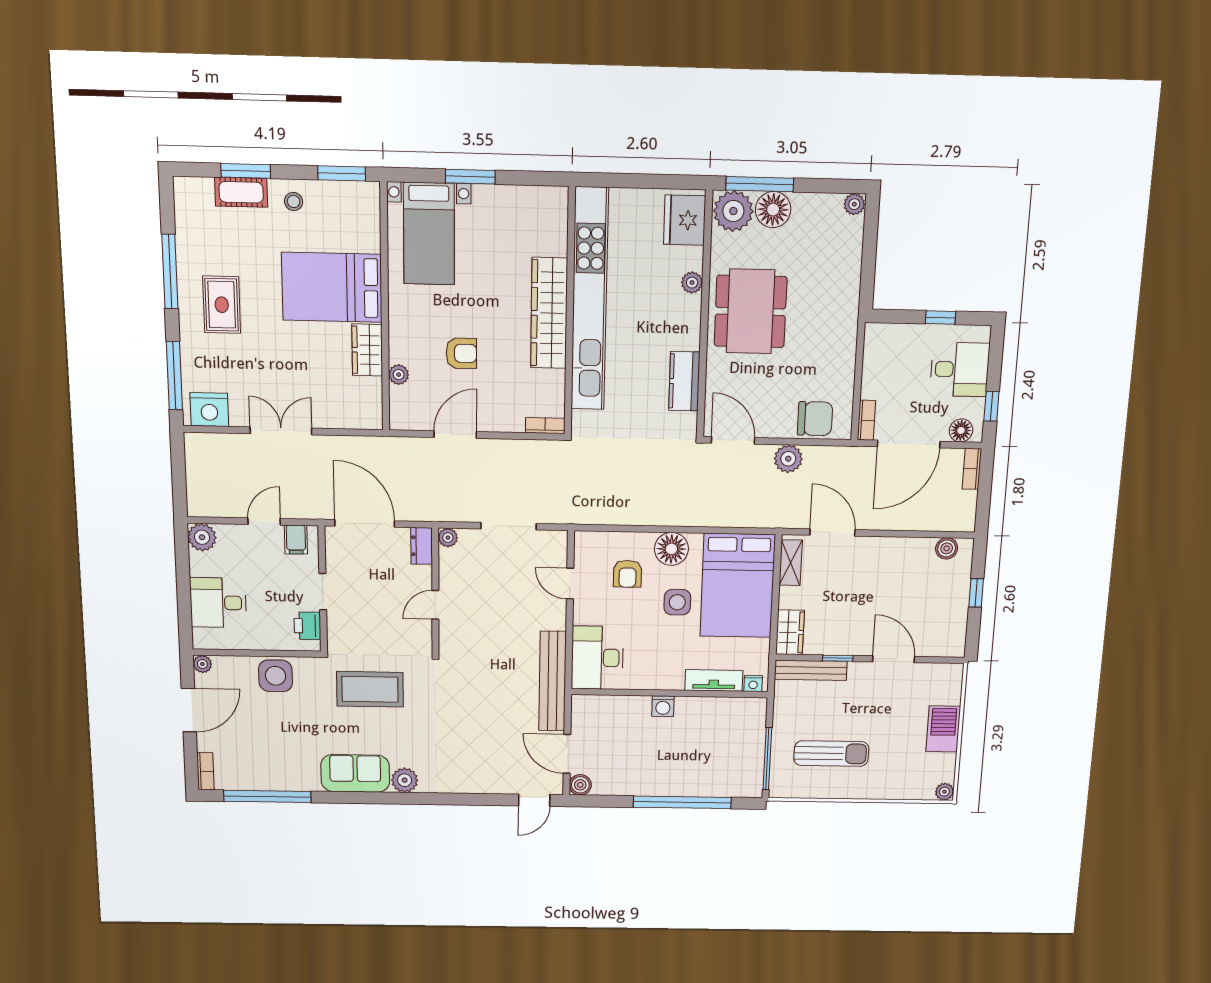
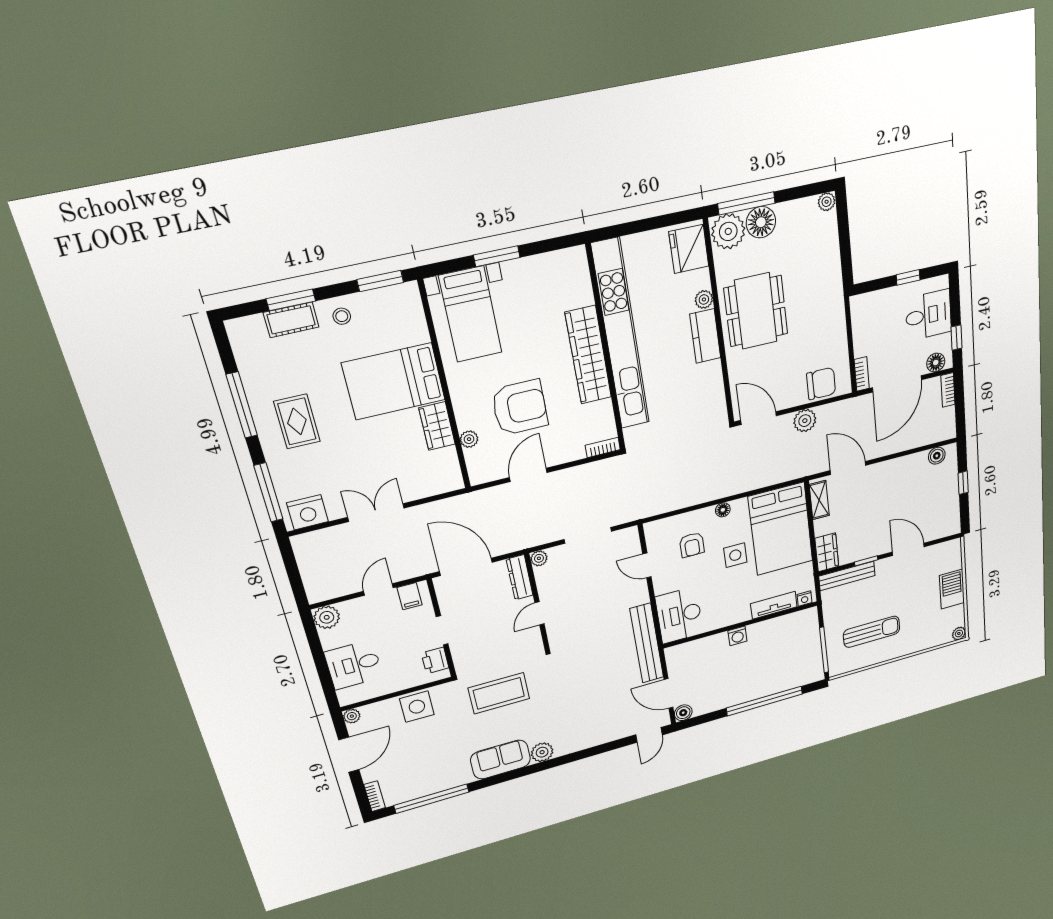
armchair: (461, 353) -> (520, 407), width x1.88, depth x1.88
kitchen counter: (684, 381) -> (705, 336), moved
dresser: (422, 546) -> (520, 577), width x1.44
floor lamp: (671, 549) -> (723, 510), width x0.53, depth x0.53

